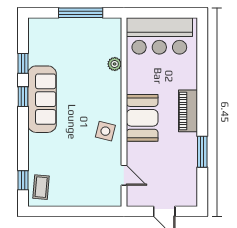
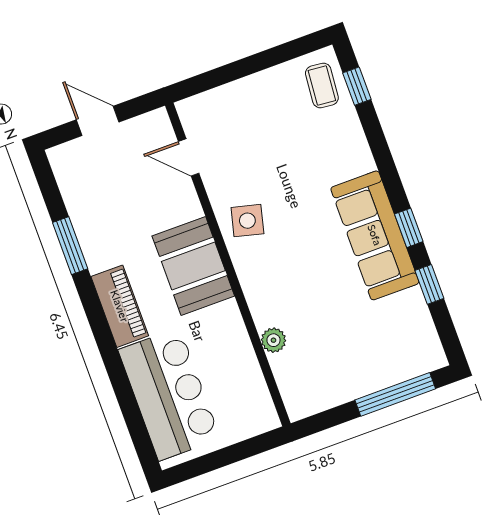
window: (81, 13) -> (395, 394), moved
bar counter: (159, 36) -> (169, 394), moved, turned 90

